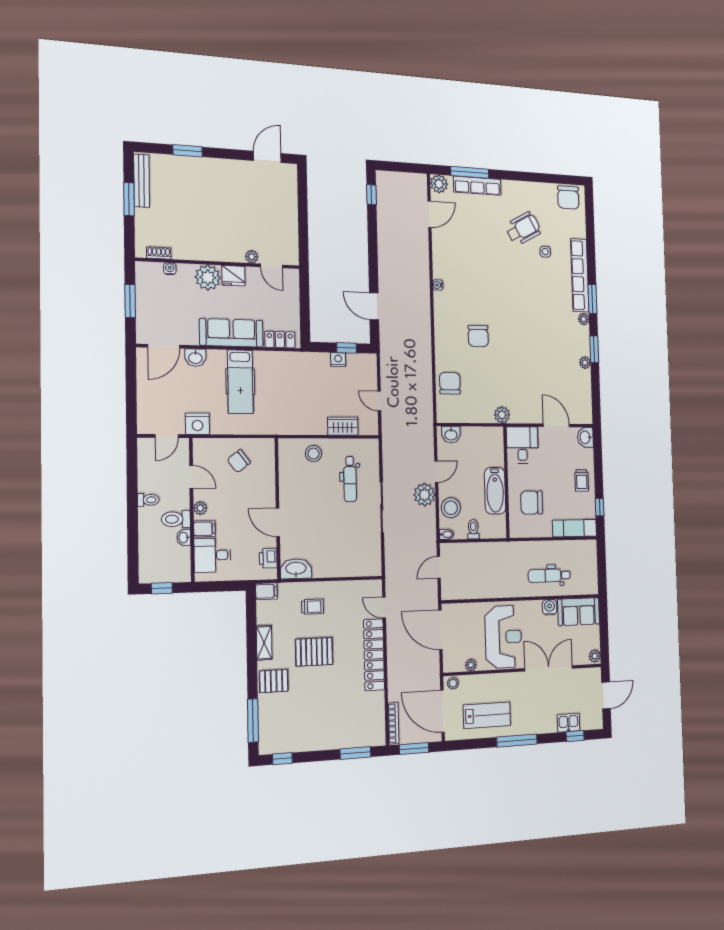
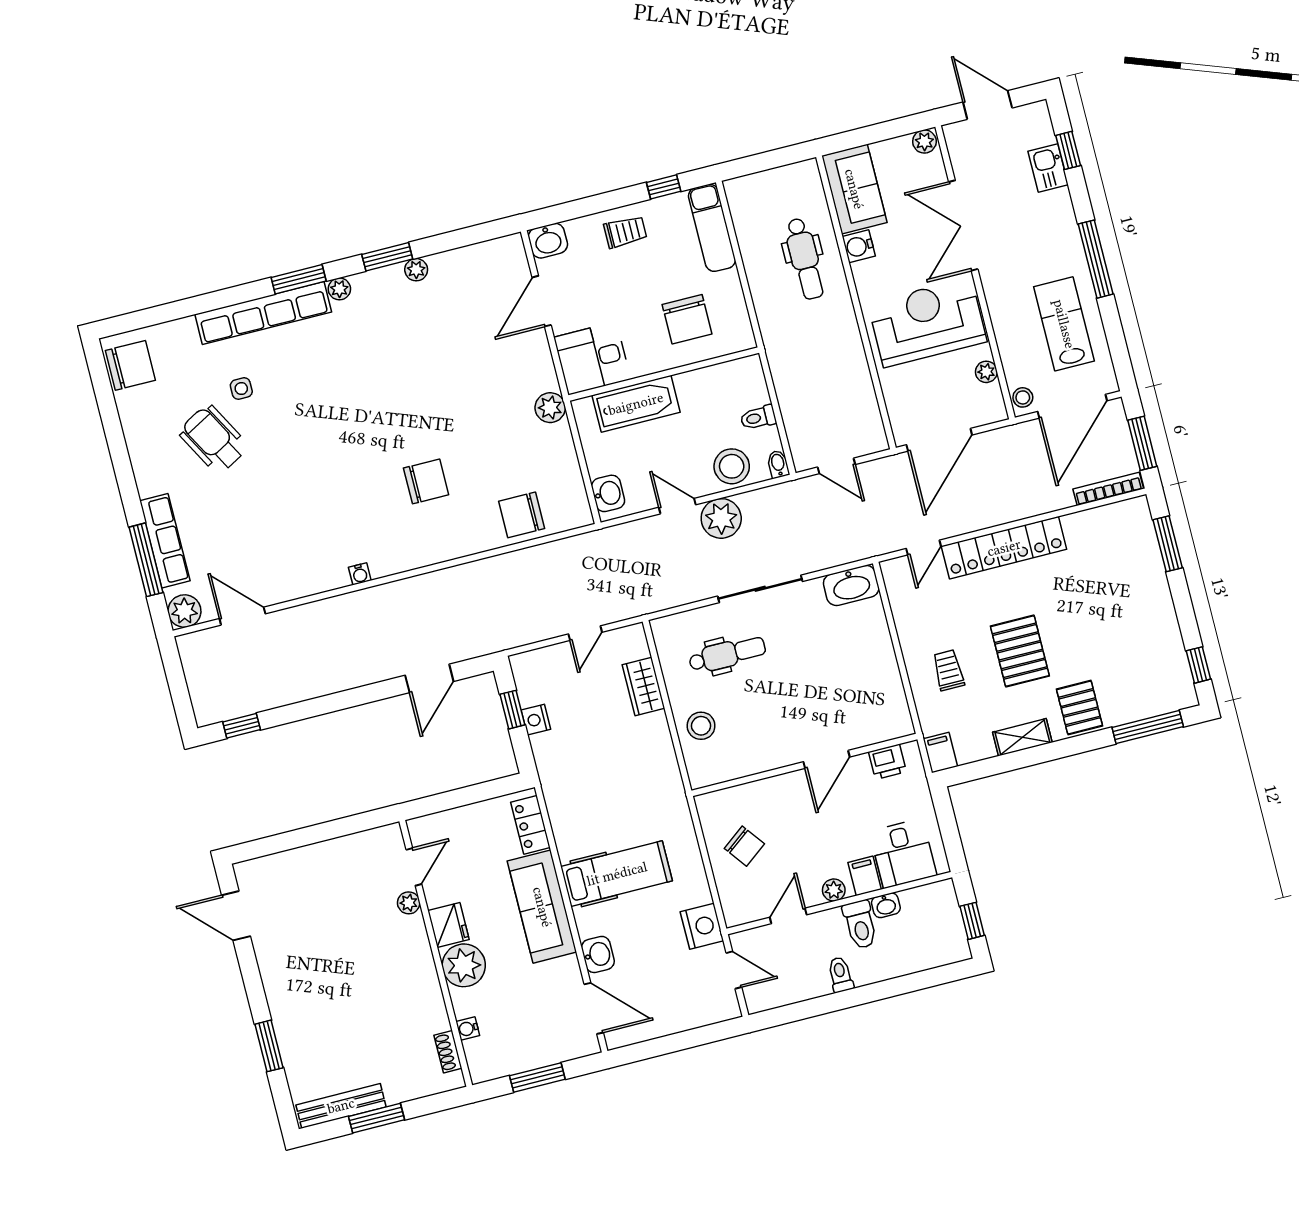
bathtub: (495, 491) -> (636, 404), moved
washbasin: (296, 569) -> (851, 585), moved, turned -90

